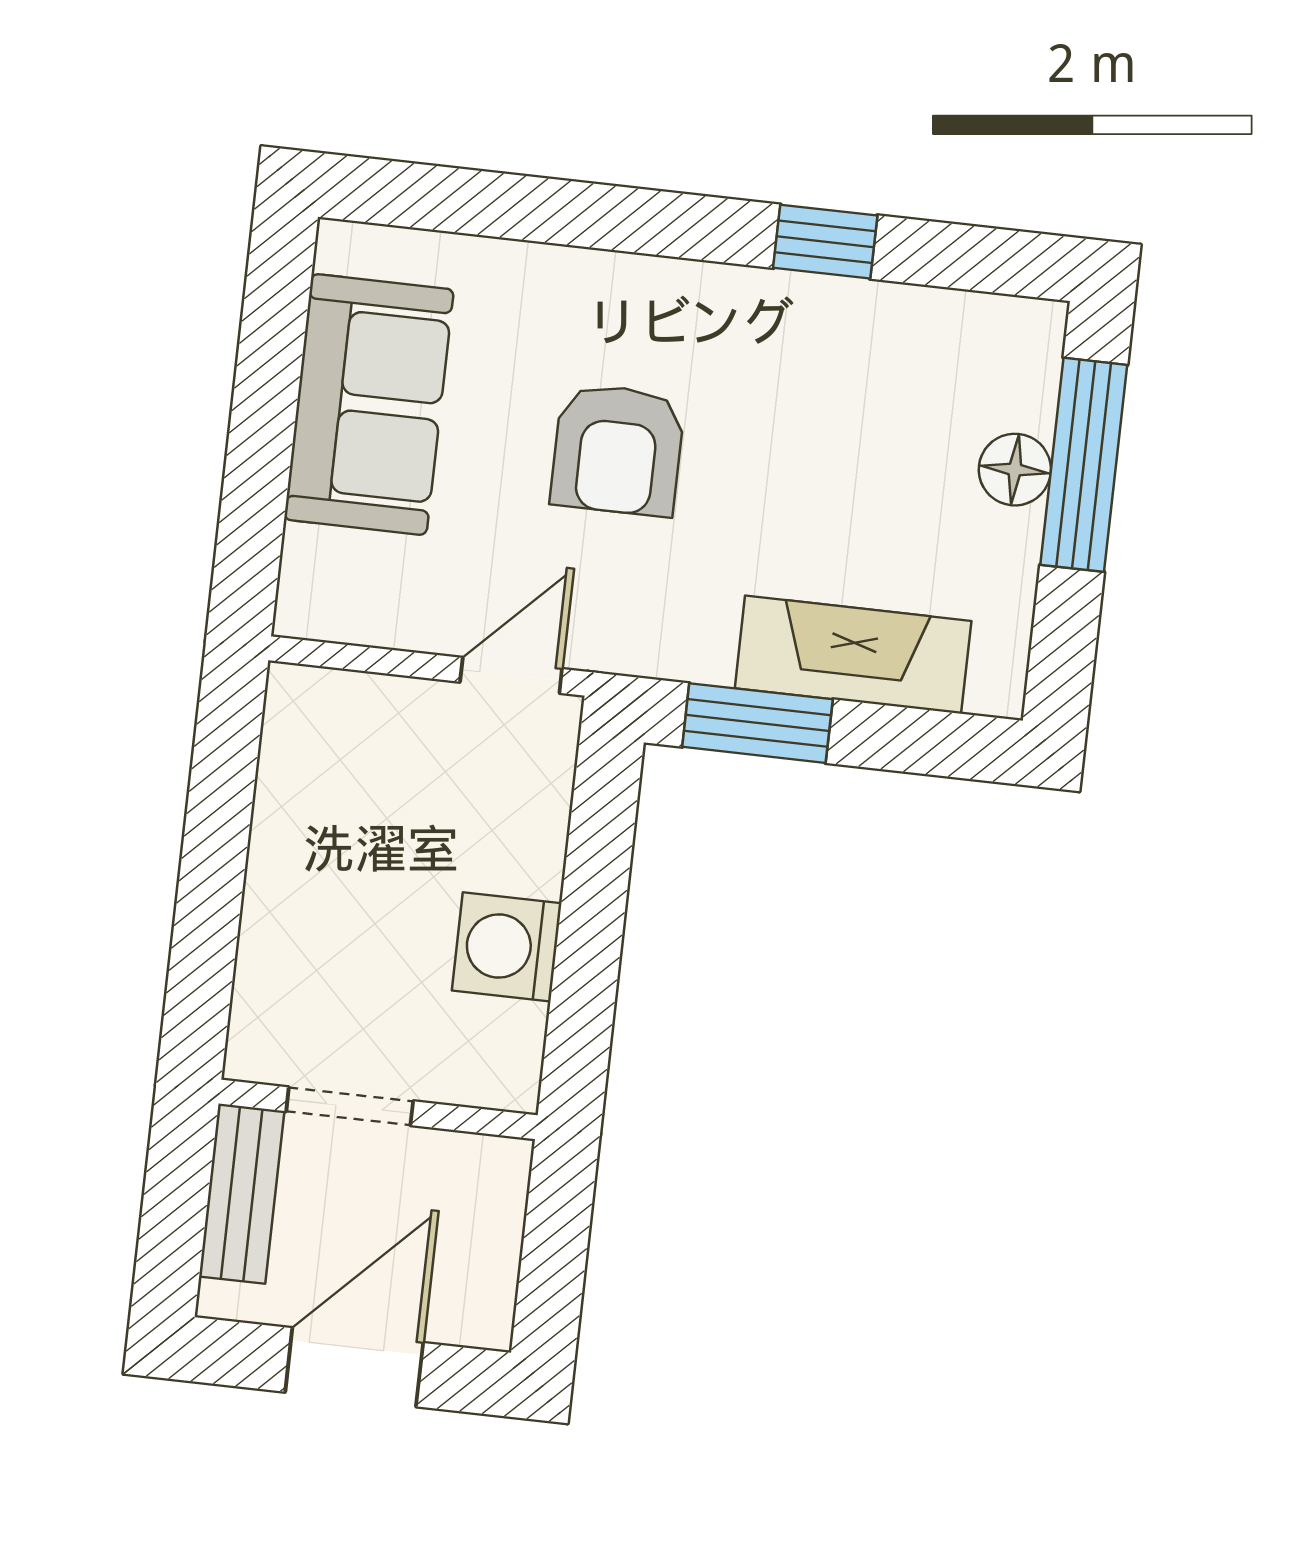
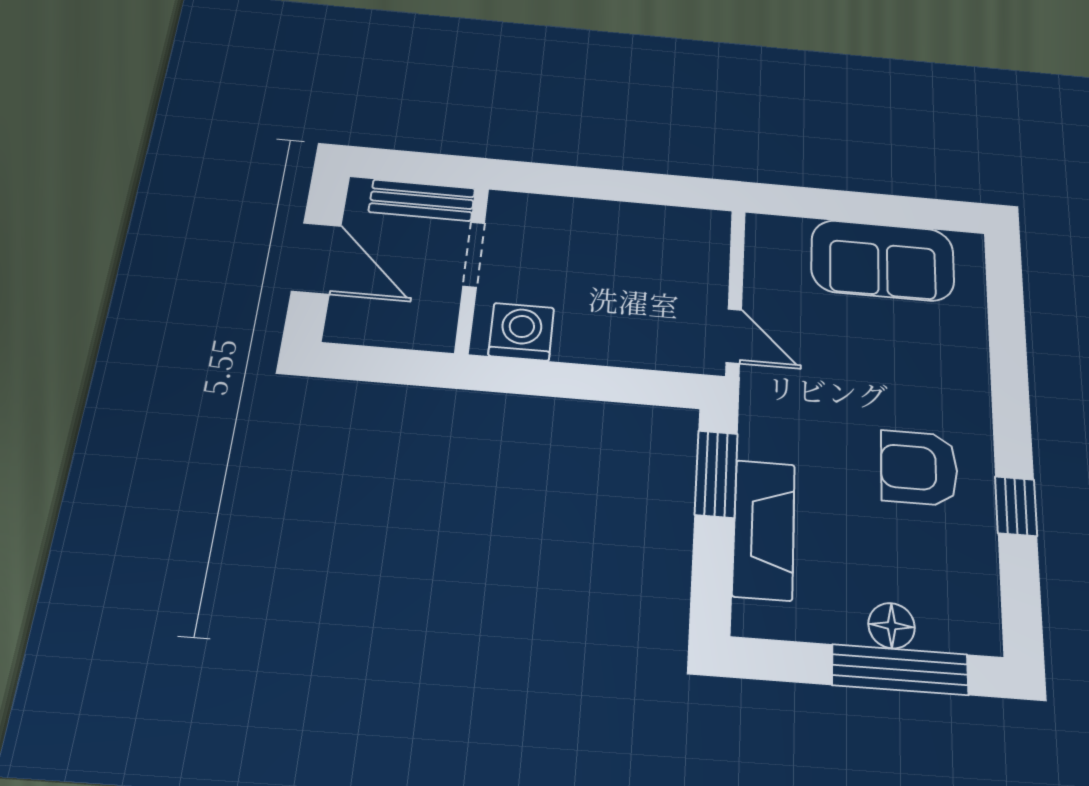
armchair: (618, 450) -> (919, 468), moved
washing machine: (507, 947) -> (521, 332), moved

